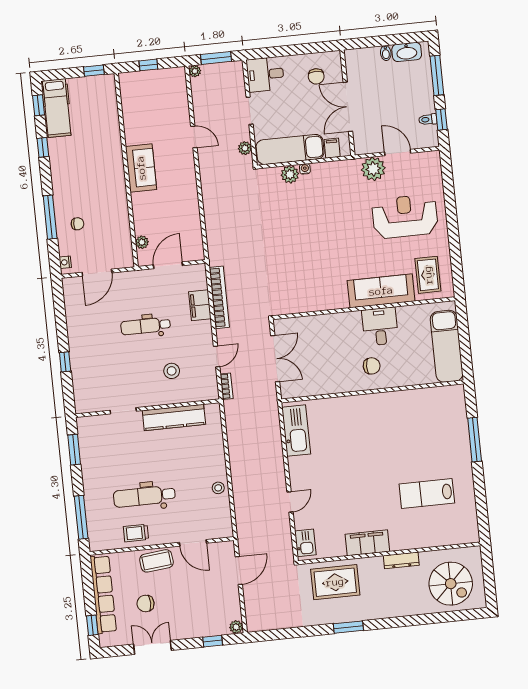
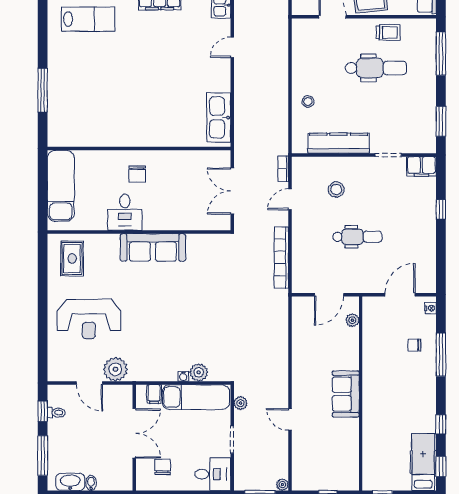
sofa: (381, 291) -> (153, 247), moved
filing cabinet: (200, 305) -> (421, 166), moved, turned 90
chair: (372, 366) -> (137, 174), turned -90
stool: (218, 488) -> (308, 101), moved
lab bench: (427, 494) -> (88, 19), moved

